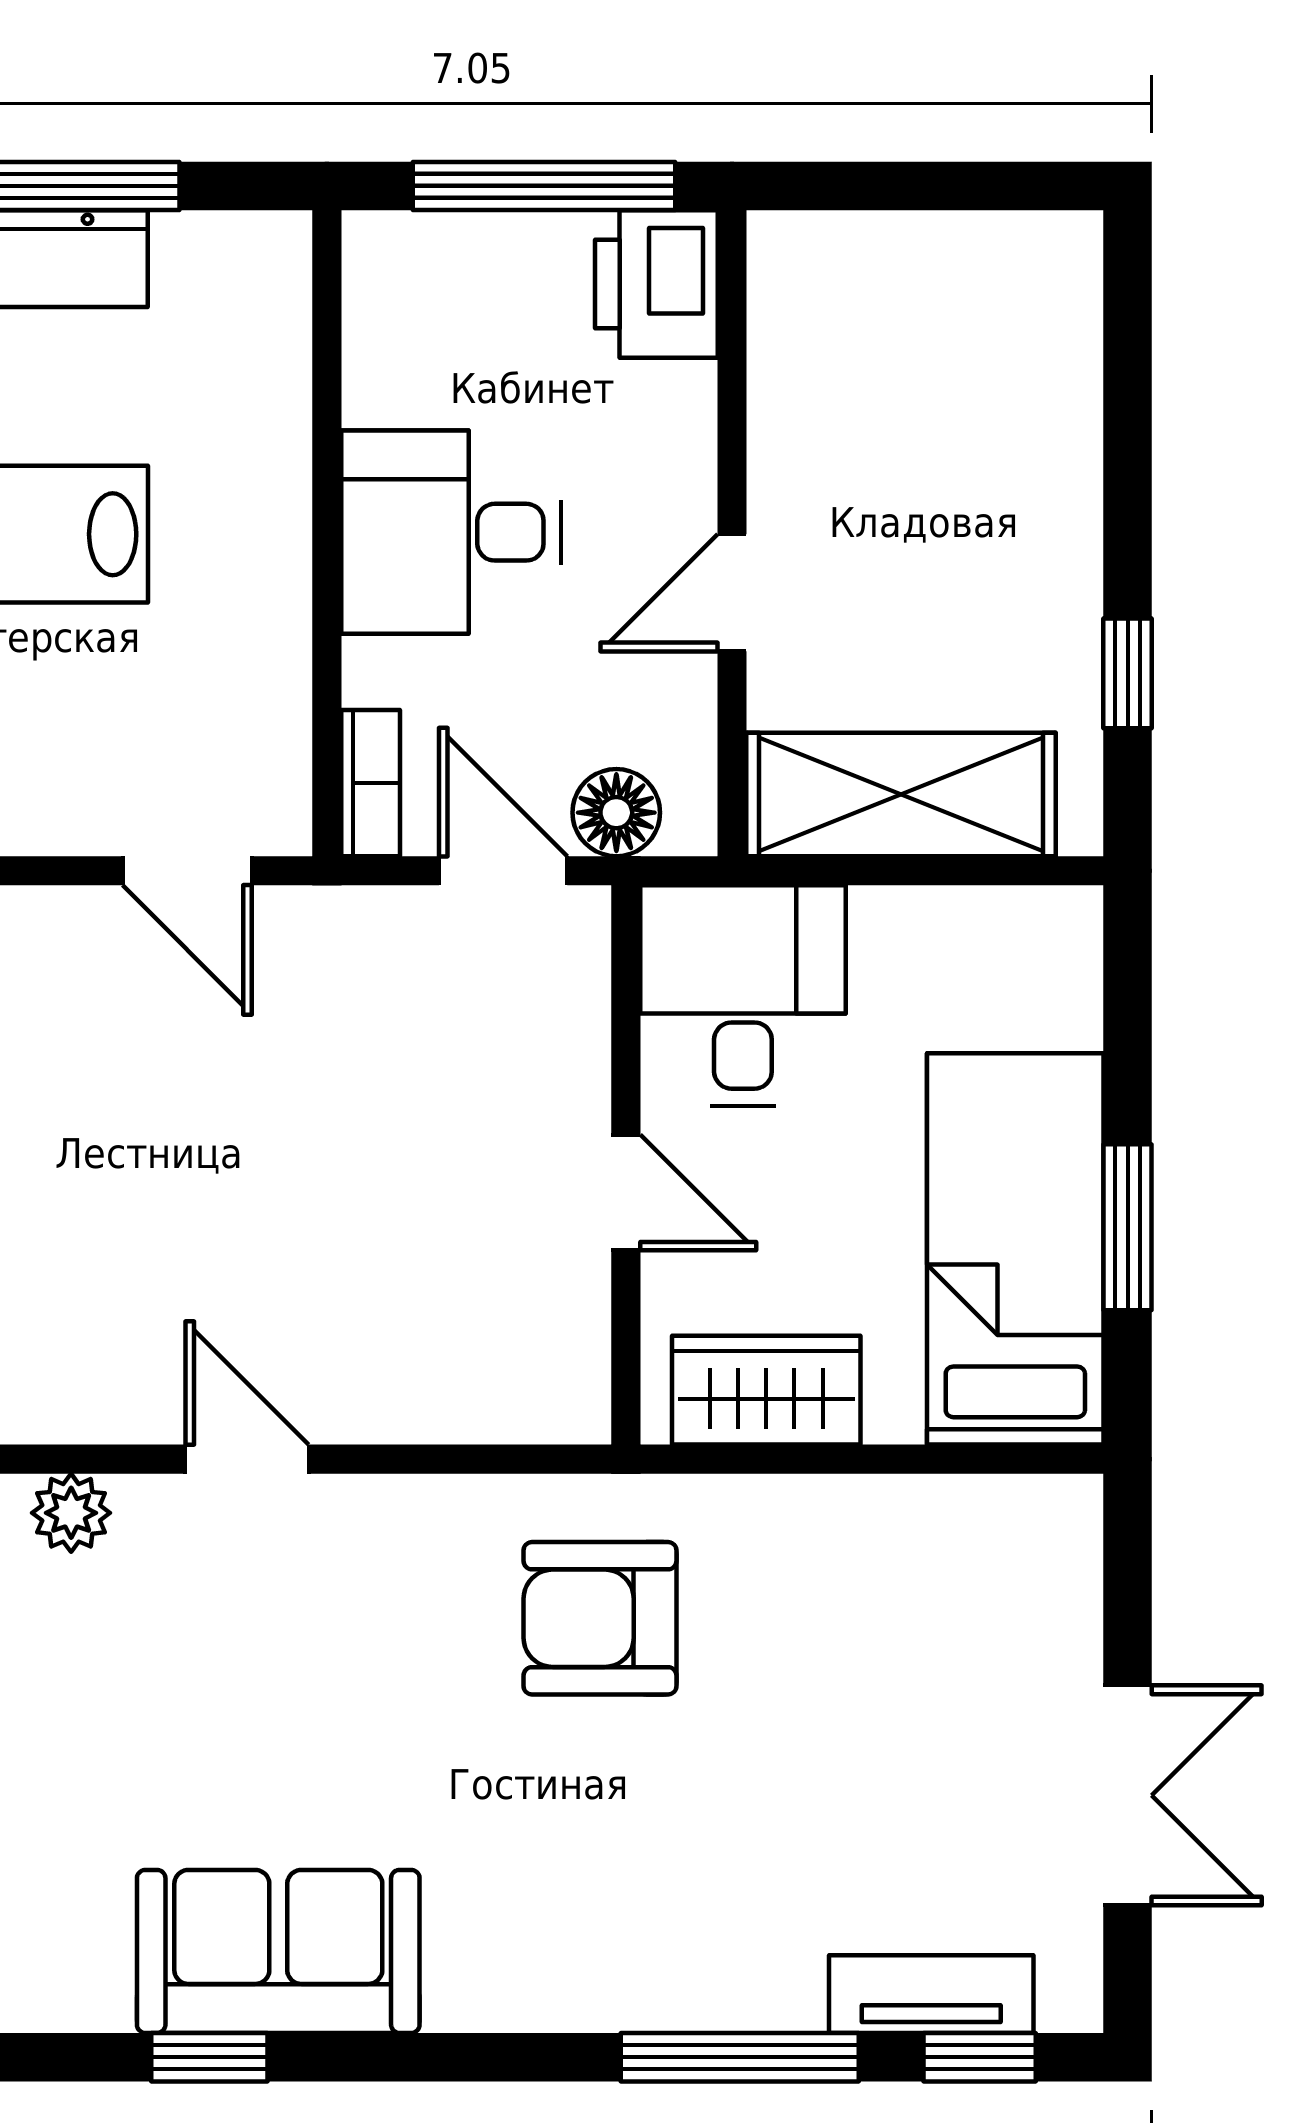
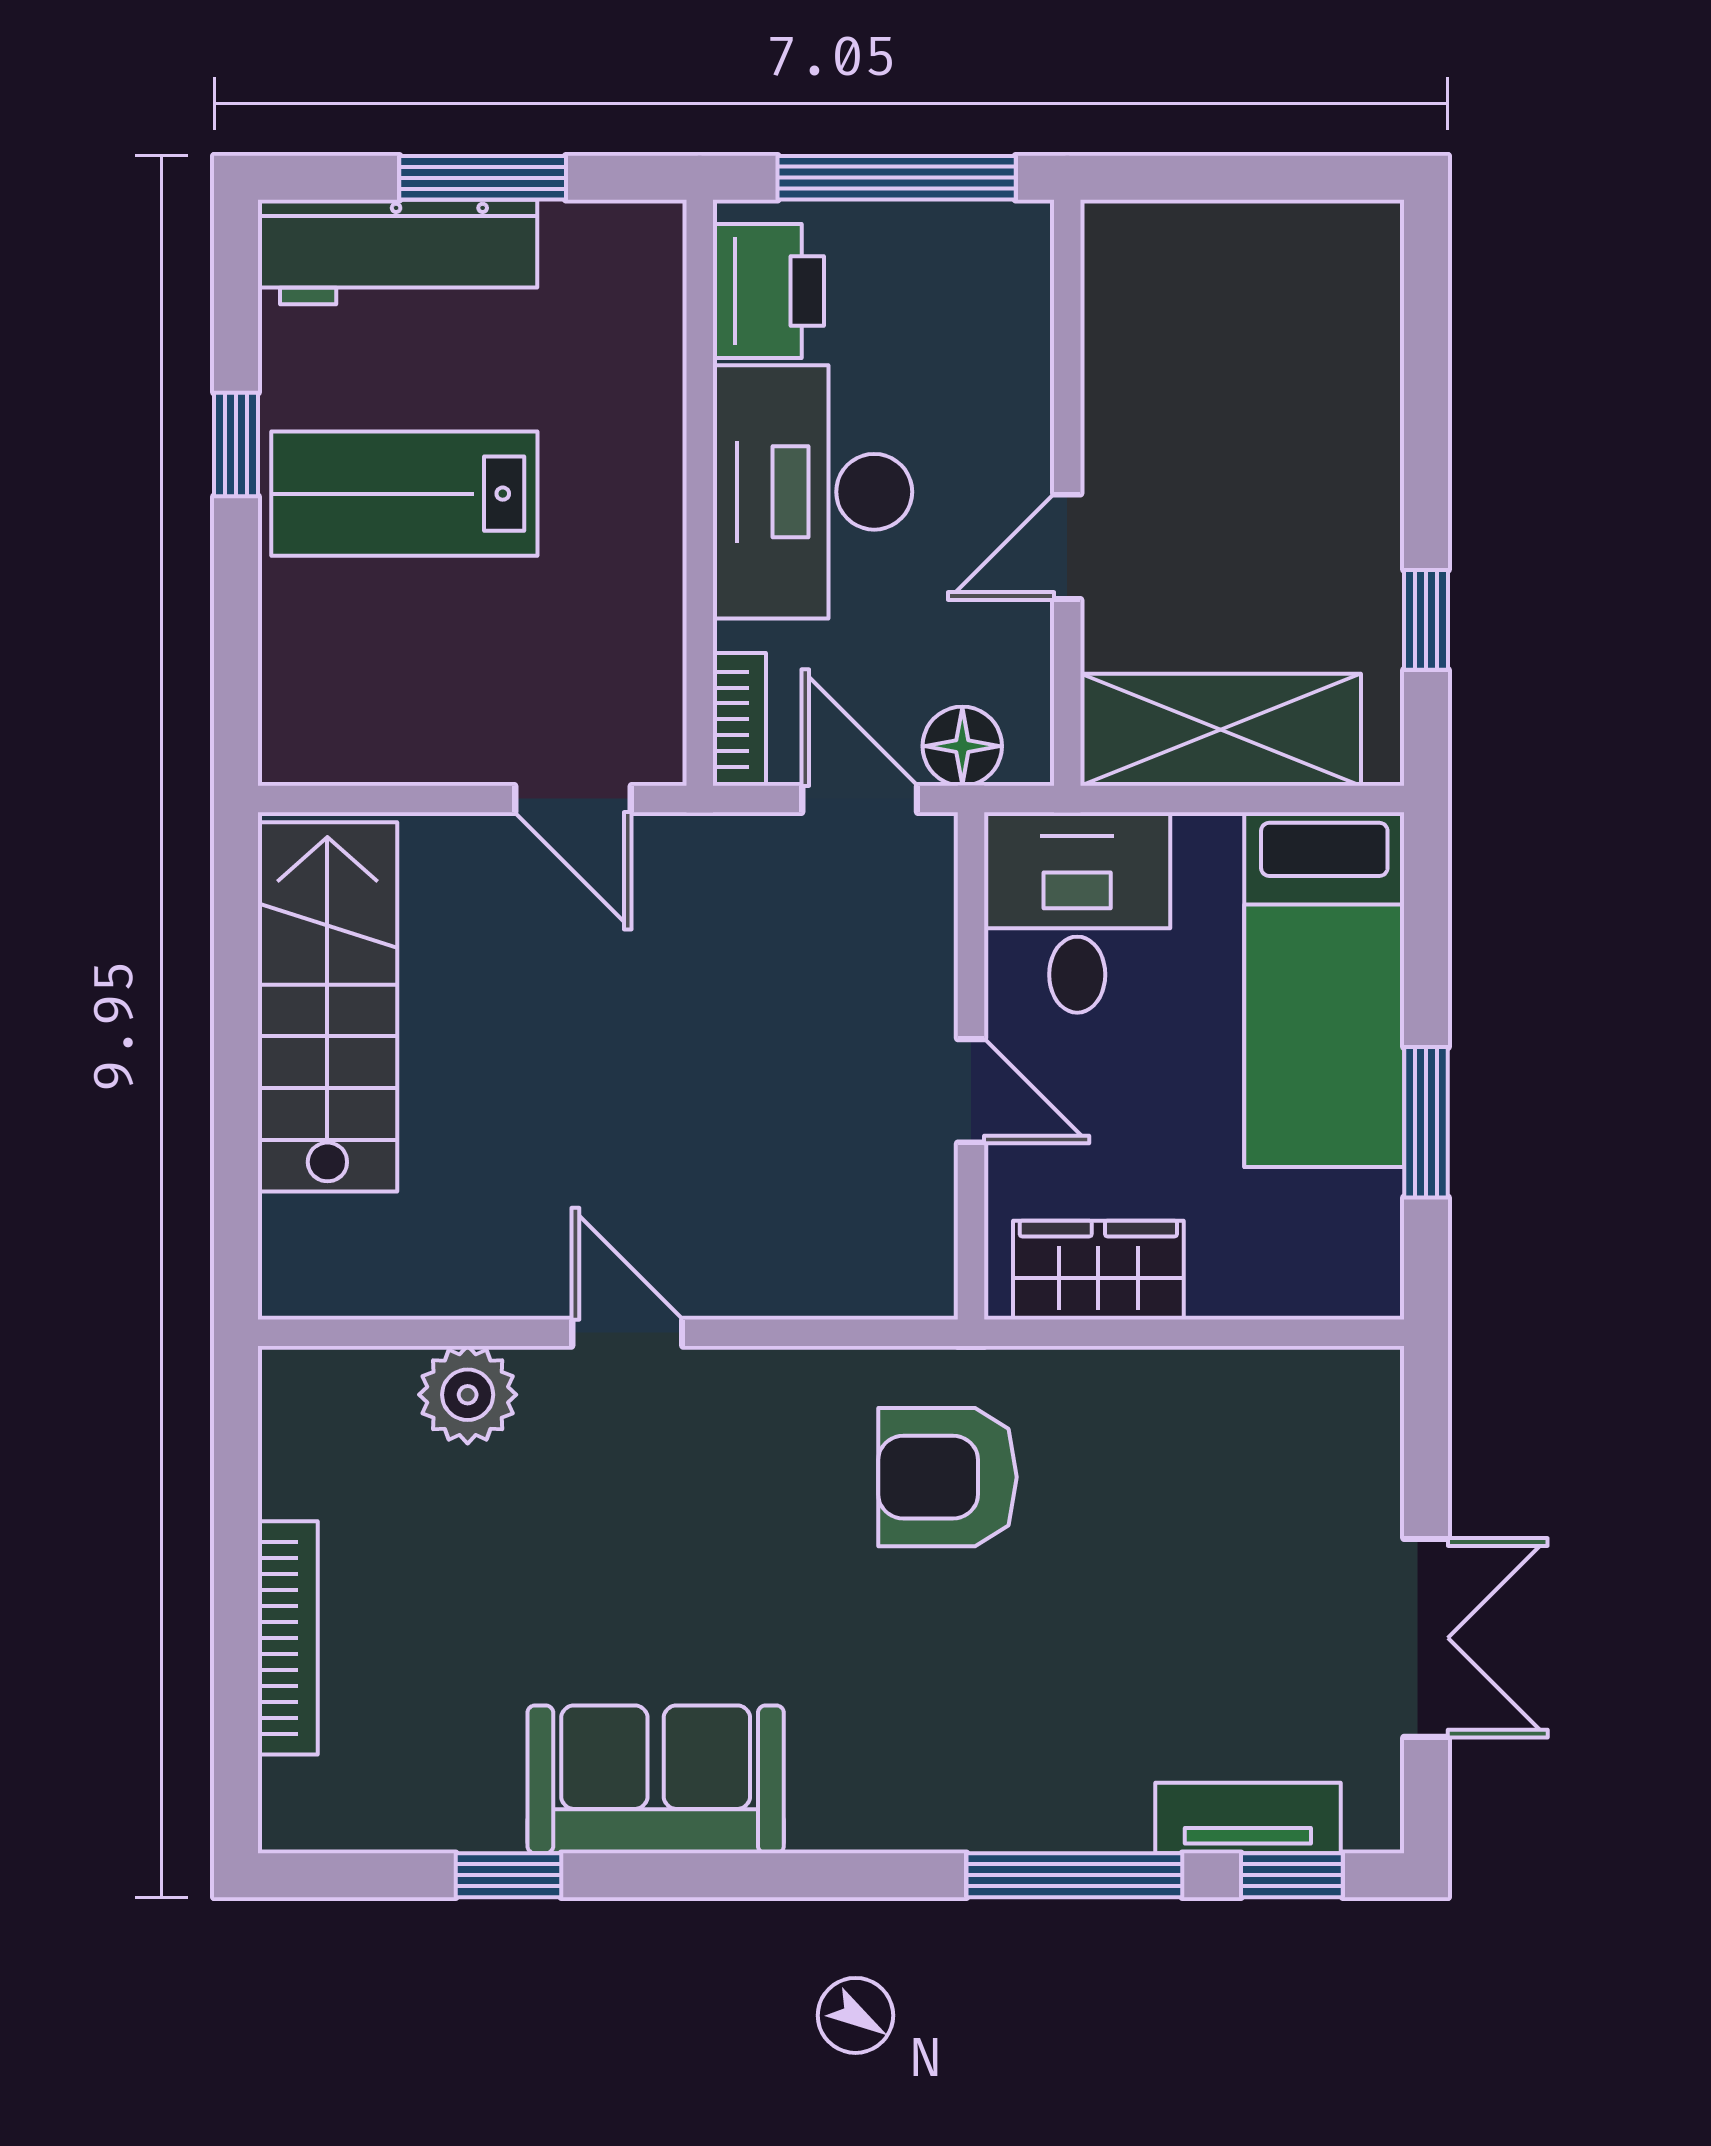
printer: (656, 284) -> (768, 291), moved, turned 180
desk: (451, 532) -> (812, 492), width x1.37
bed: (1015, 1249) -> (1324, 990), moved, turned 180
plant: (71, 1513) -> (468, 1395), width x1.38, depth x1.38
window: (209, 2057) -> (508, 1875), moved

